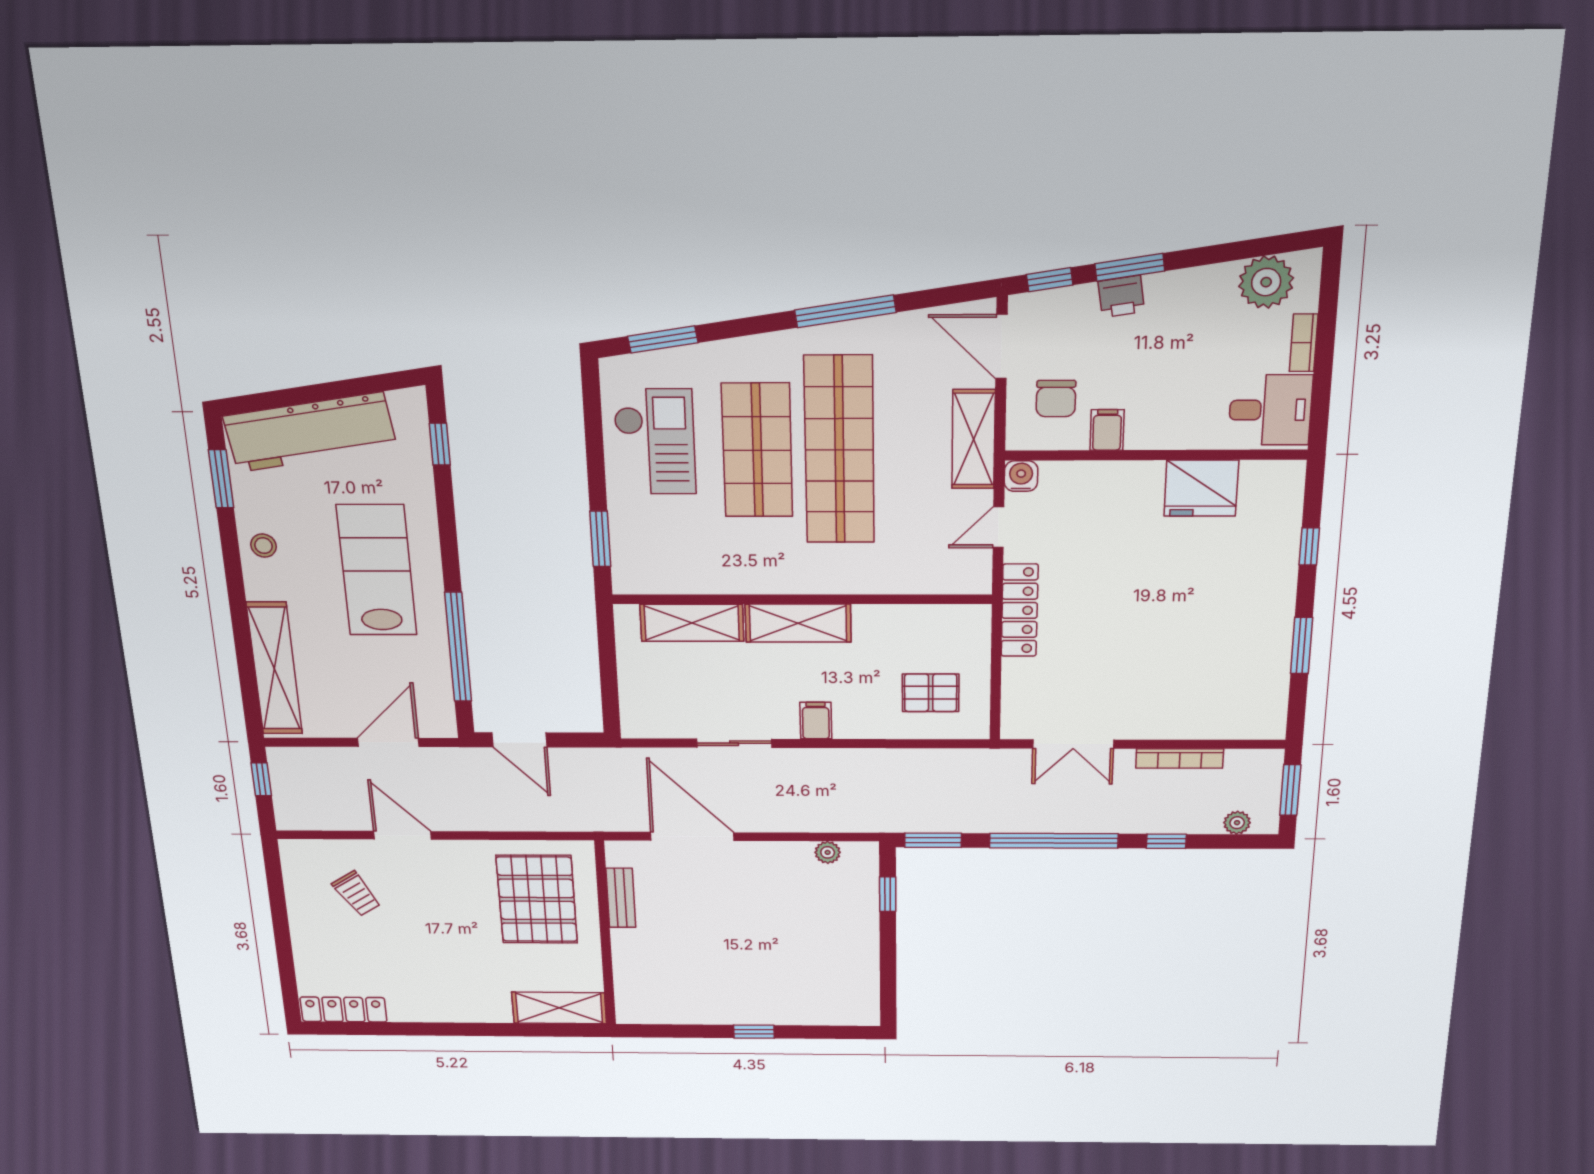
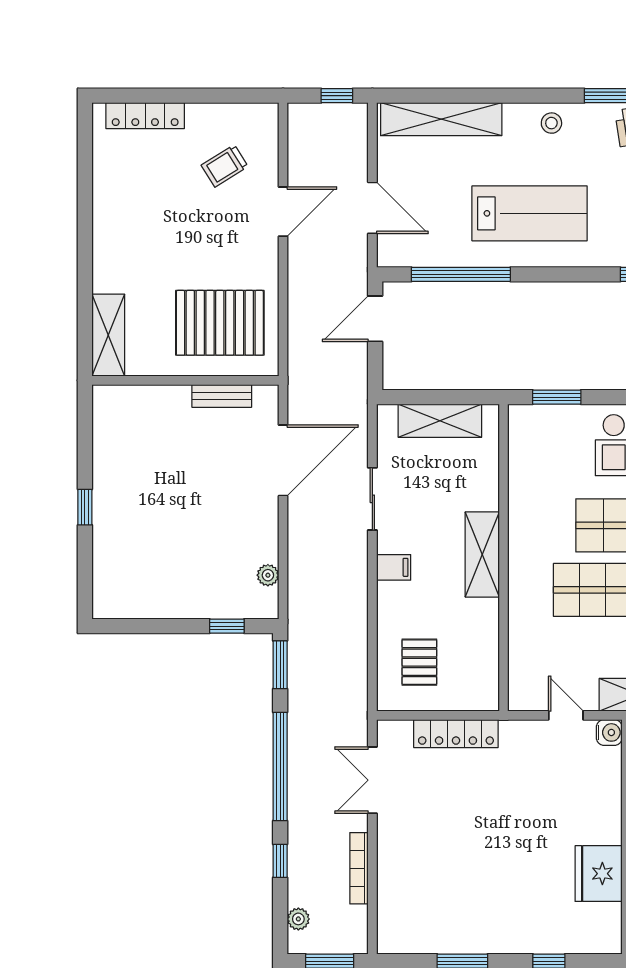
locker: (1020, 610) -> (456, 734), moved
shelving: (692, 623) -> (440, 421), moved, turned 90
locker: (343, 1010) -> (145, 116), moved, turned 90

